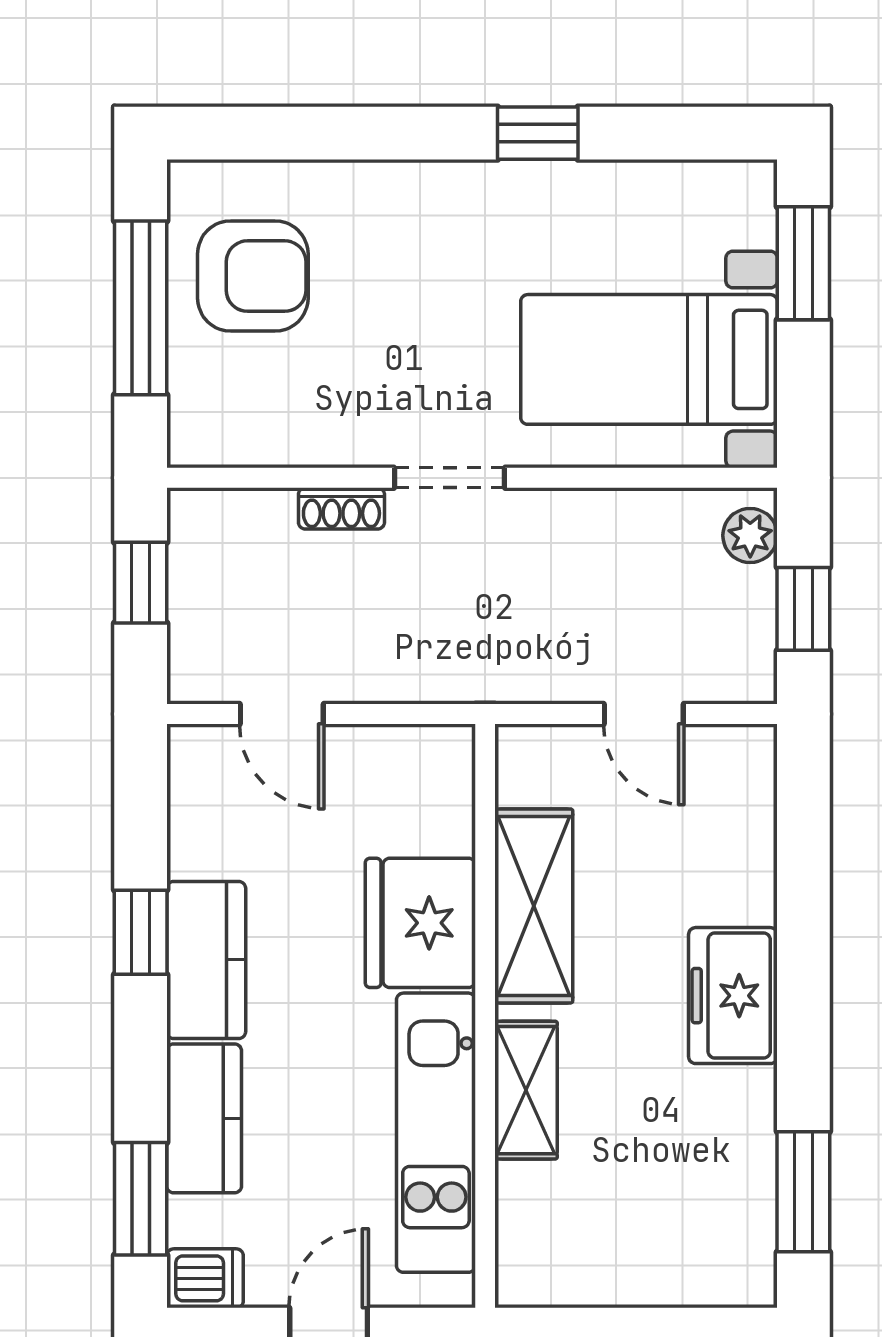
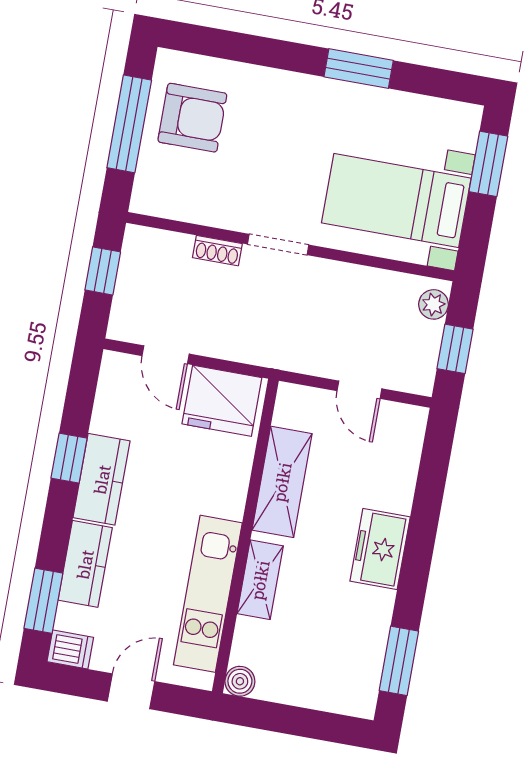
window: (538, 133) -> (359, 69), width x1.50
fridge: (420, 923) -> (222, 401), moved, turned -90
boiler: (522, 1281) -> (240, 681), added

